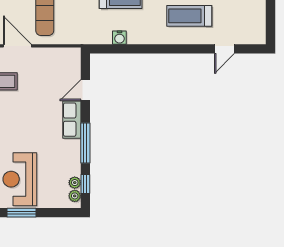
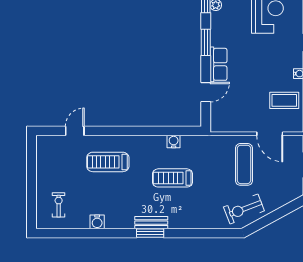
treadmill: (189, 16) -> (108, 162), turned 180
window: (85, 143) -> (206, 42), width x0.69

